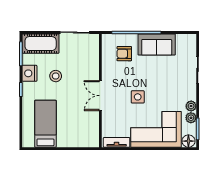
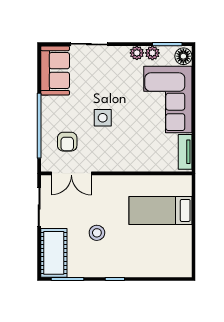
sofa: (157, 45) -> (55, 71), moved
nightstand: (29, 73) -> (93, 268), removed
double door: (100, 96) -> (71, 173), moved
side table: (138, 97) -> (103, 118), moved
bed: (45, 124) -> (160, 210), moved

